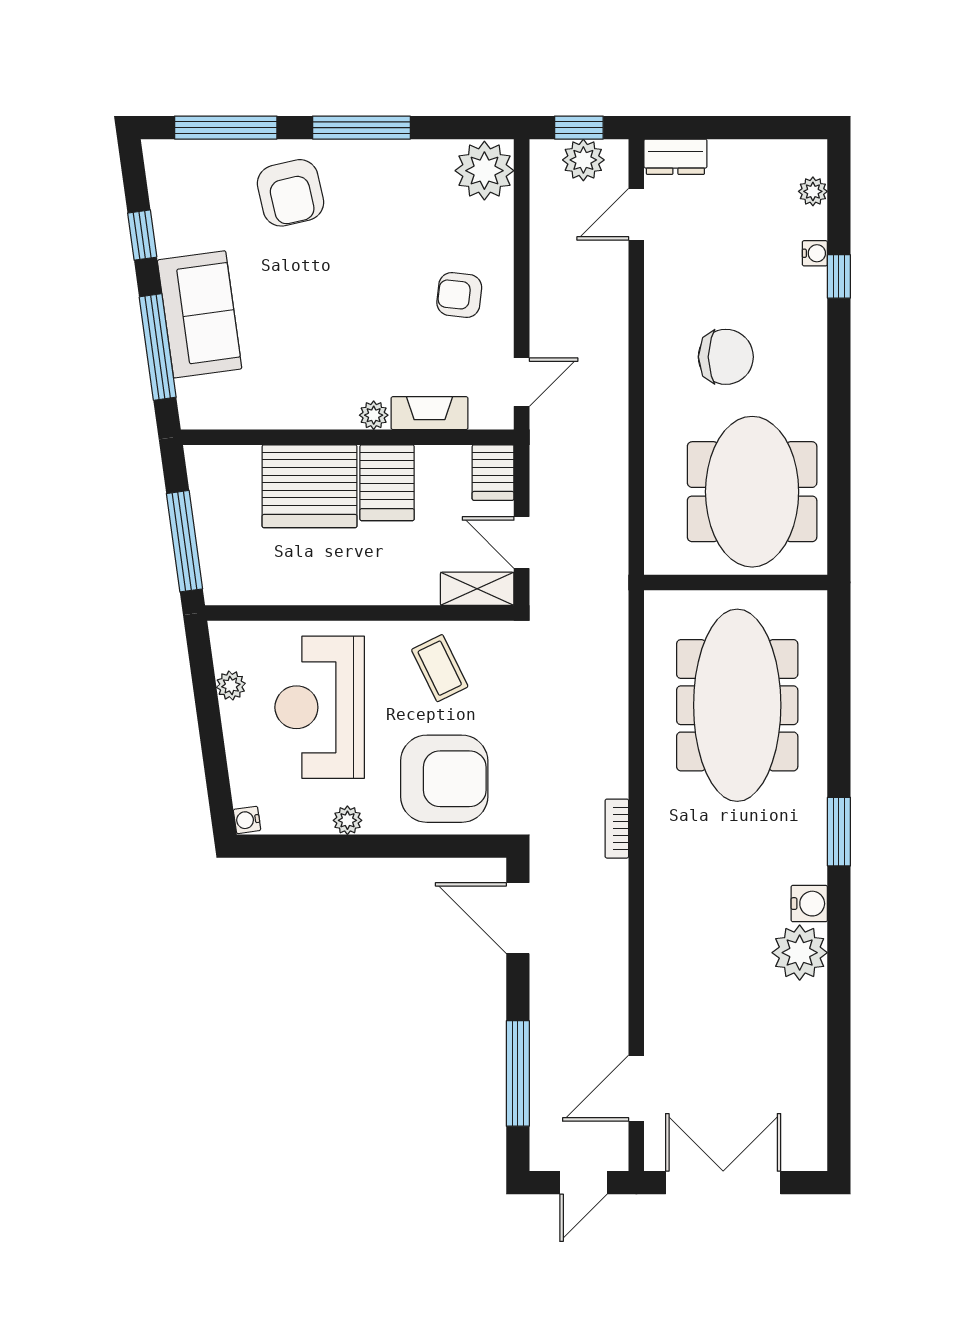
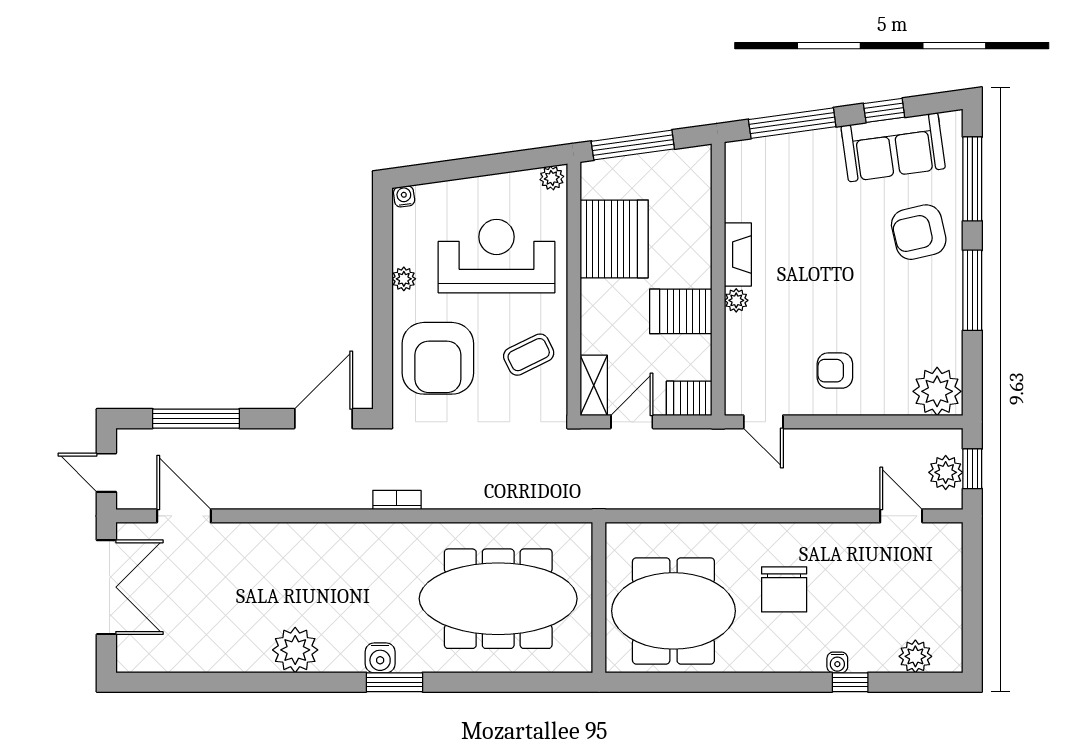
dresser: (675, 157) -> (948, 548), removed
plant: (813, 191) -> (915, 656), width x1.38, depth x1.38
water cooler: (815, 253) -> (837, 662), moved
armchair: (459, 295) -> (835, 371), turned -96
sofa: (200, 314) -> (893, 147), moved
fireplace: (429, 413) -> (738, 255), moved
server rack: (310, 486) -> (614, 239), moved, turned 180
plant: (231, 685) -> (552, 178), moved
water cooler: (809, 904) -> (380, 658), moved

